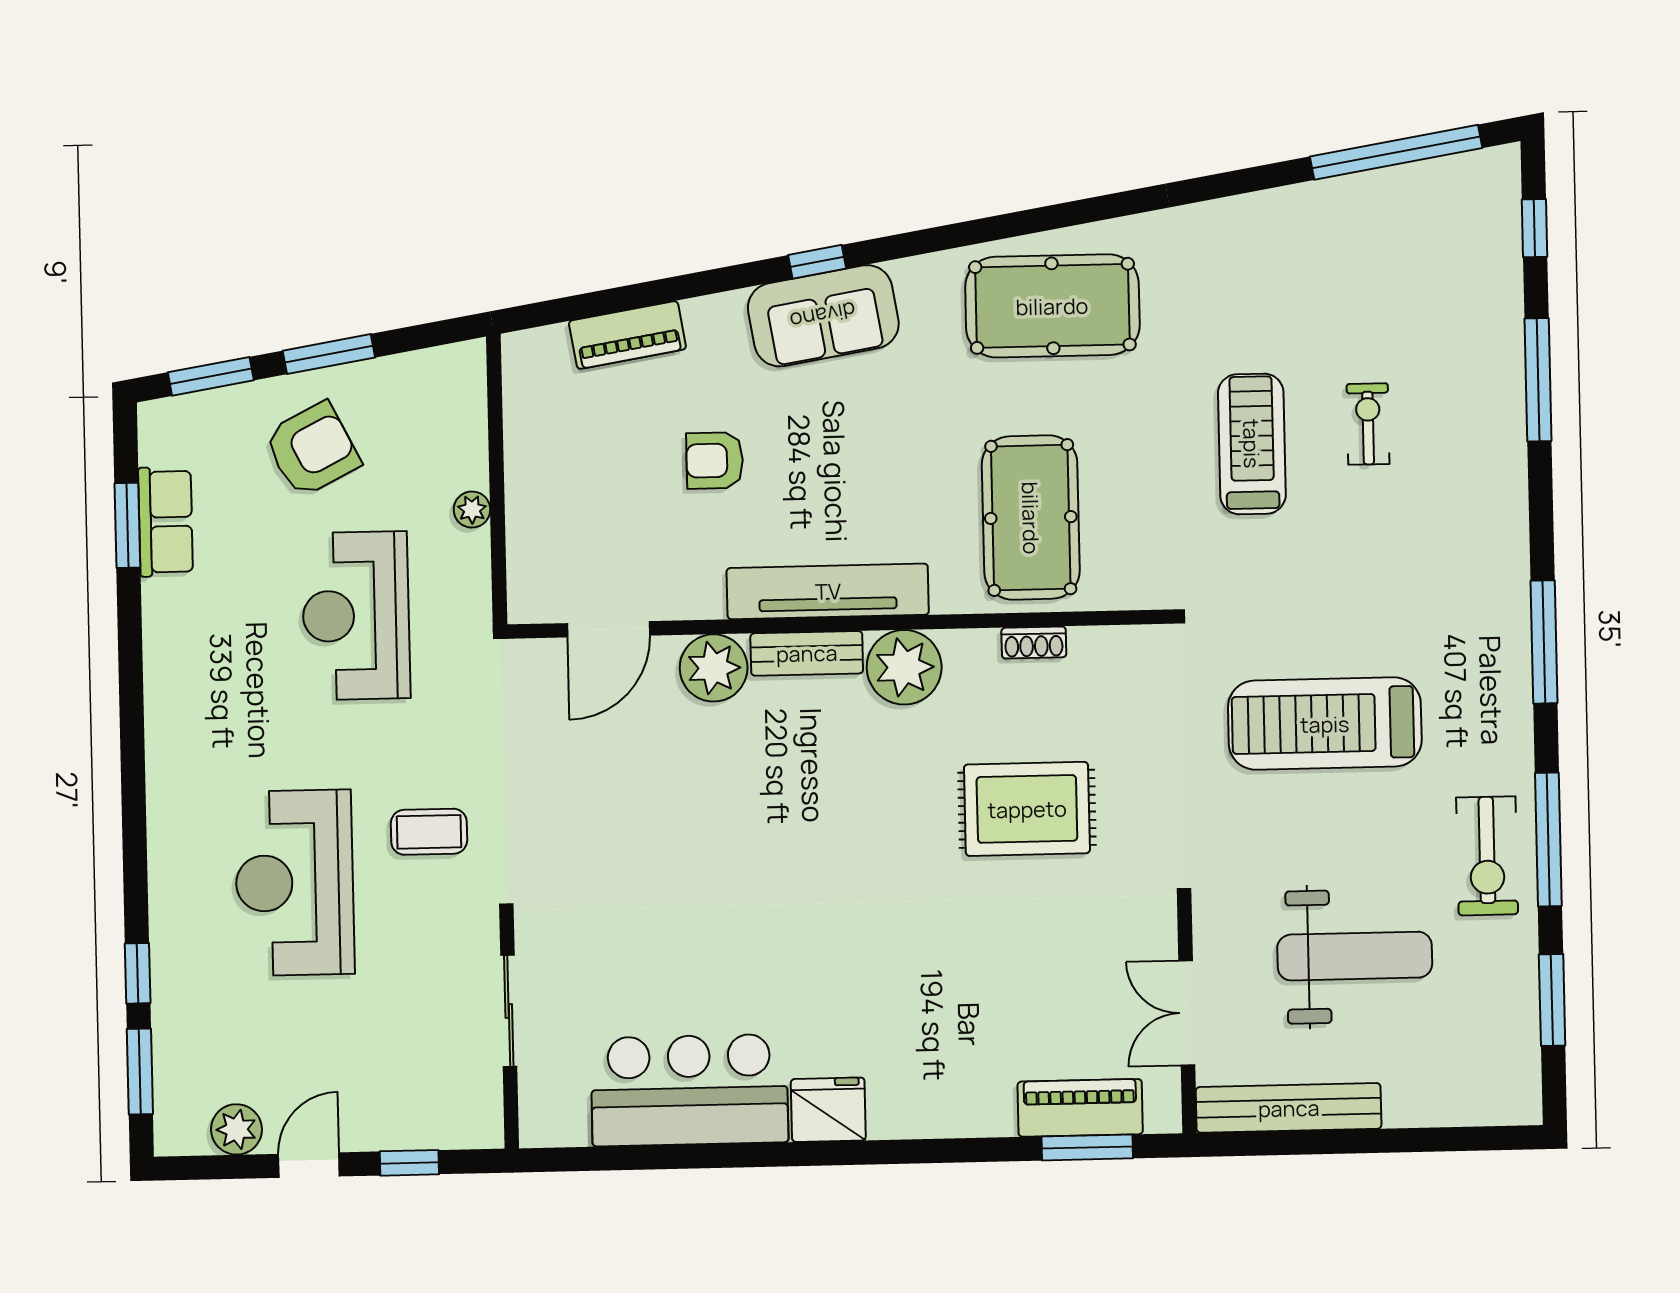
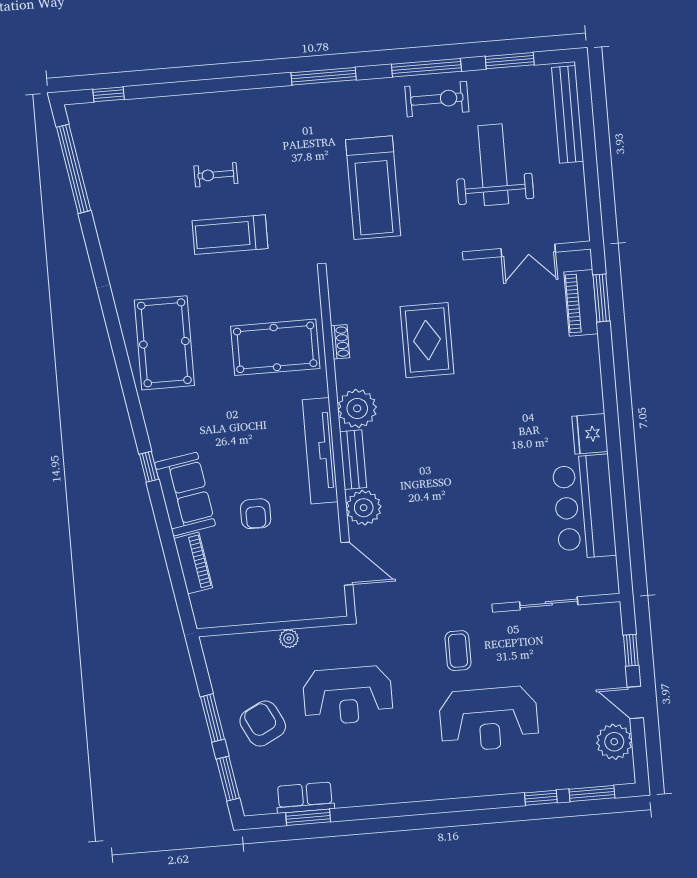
sofa: (823, 316) -> (185, 494), moved
window: (1538, 380) -> (187, 88), removed
bench: (1289, 1108) -> (568, 114), moved
plant: (236, 1129) -> (614, 742), width x1.36, depth x1.36

